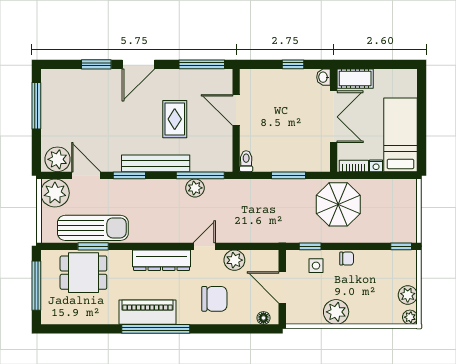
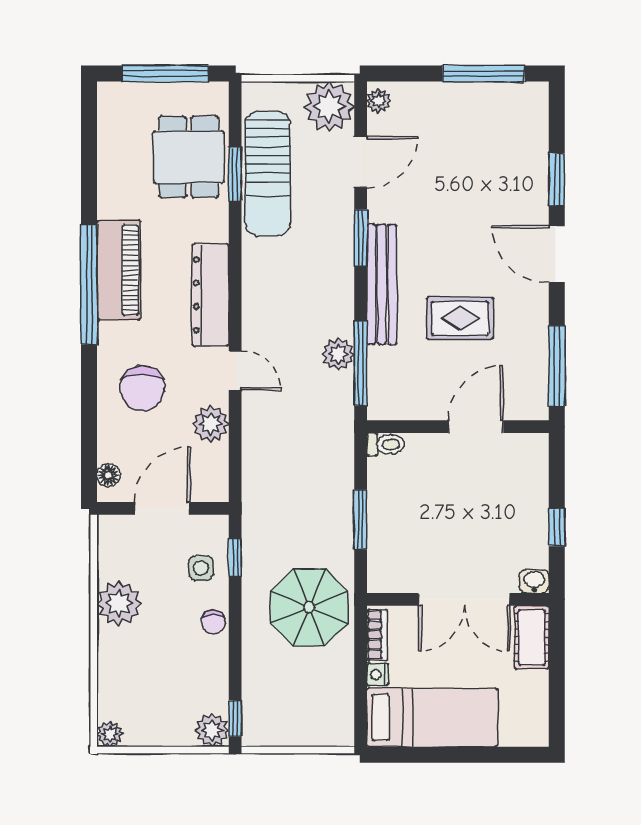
plant: (58, 159) -> (379, 101), width x0.53, depth x0.53
plant: (408, 295) -> (212, 730), moved

